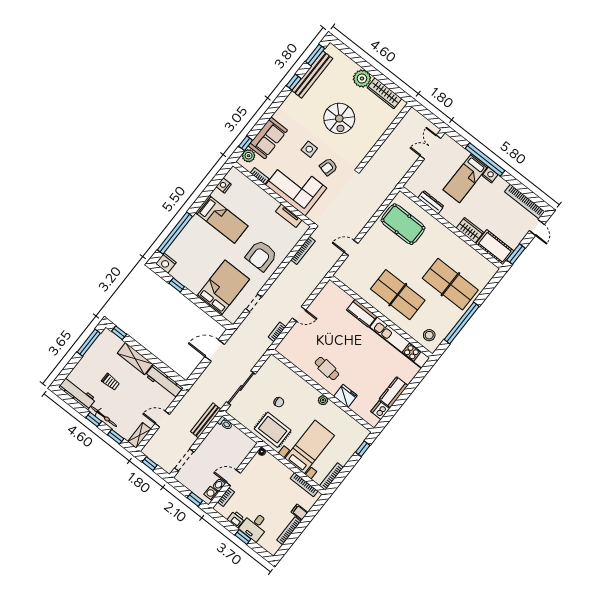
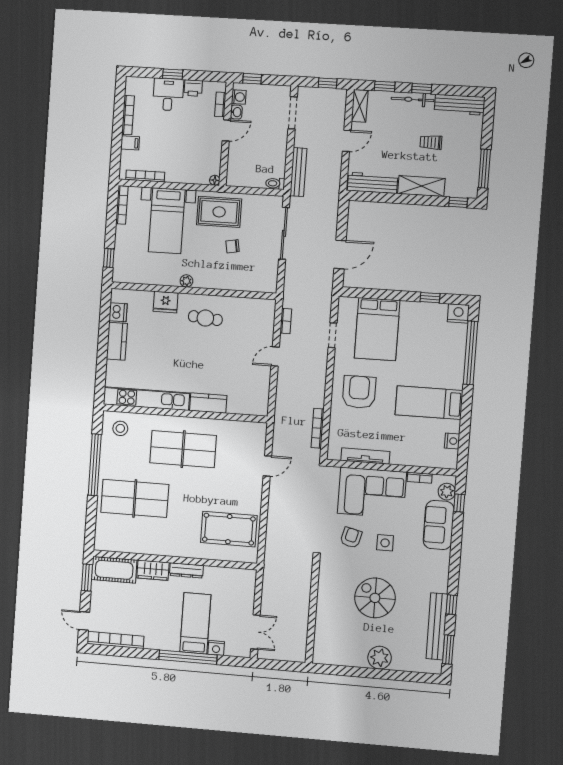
wardrobe: (384, 93) -> (344, 658), removed
nightstand: (490, 175) -> (216, 648), moved
dresser: (431, 202) -> (186, 570), moved
tv unit: (289, 216) -> (365, 456), width x1.41

